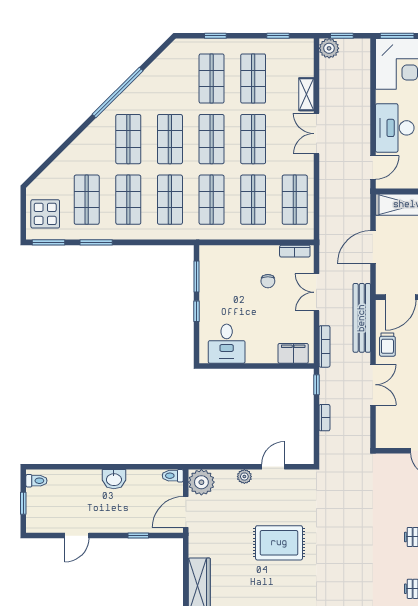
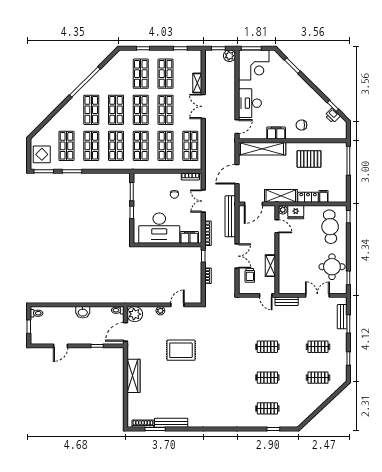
plant: (329, 48) -> (229, 56), moved
desk: (227, 344) -> (159, 228), width x1.87, depth x1.30
trolley: (387, 345) -> (250, 275), moved

